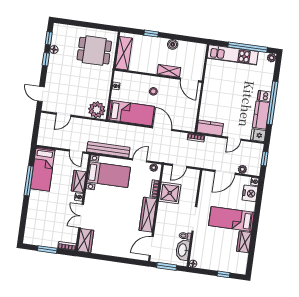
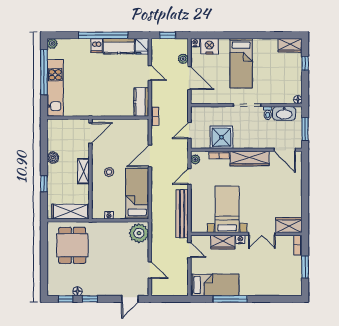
shelving: (169, 71) -> (83, 171), moved
door: (76, 151) -> (189, 250), hinge flipped
door: (140, 160) -> (189, 176), hinge flipped
door: (179, 166) -> (189, 131), swing flipped
bed with nightstands: (109, 175) -> (227, 209), moved
wardrobe: (244, 242) -> (290, 45), moved

